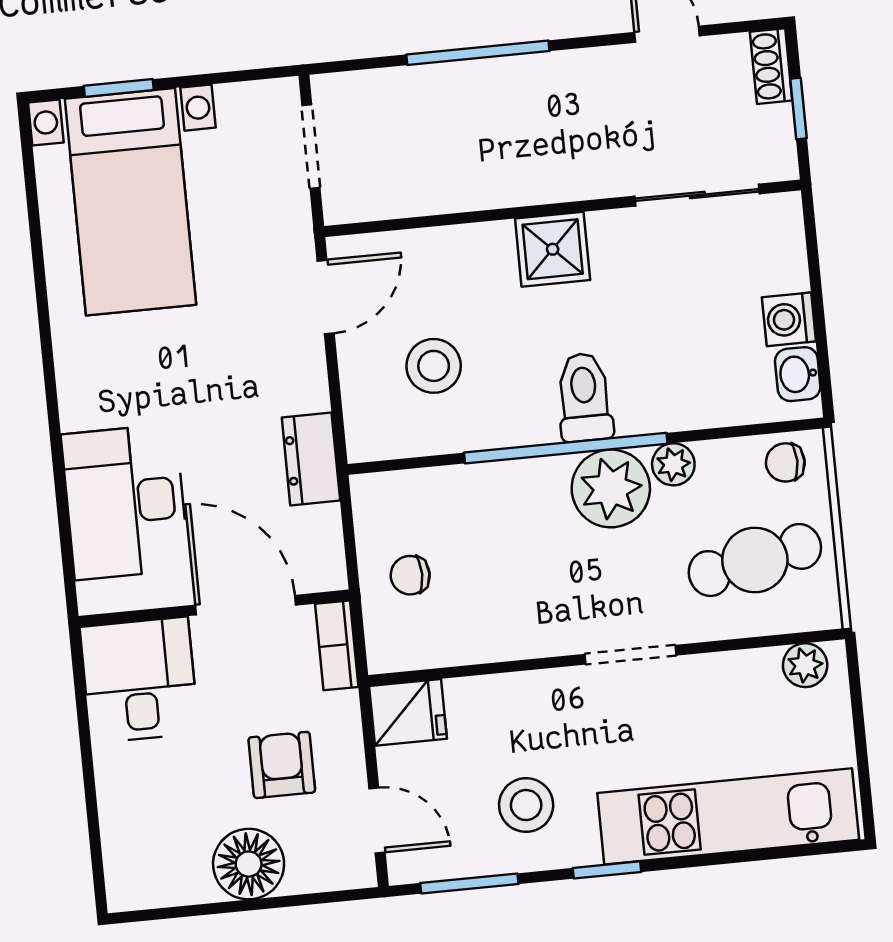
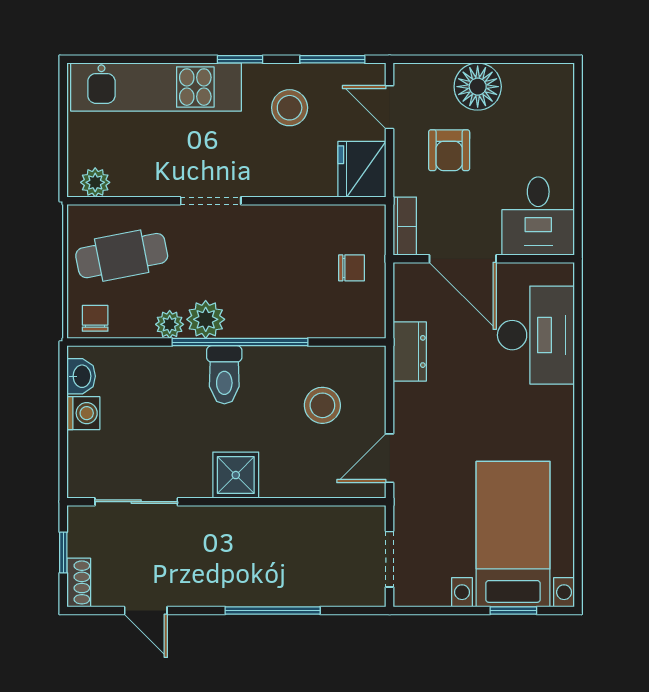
chair: (785, 462) -> (95, 318), turned -90
plant: (611, 488) -> (206, 319), width x0.73, depth x0.73
fridge: (408, 712) -> (362, 169), width x1.38

